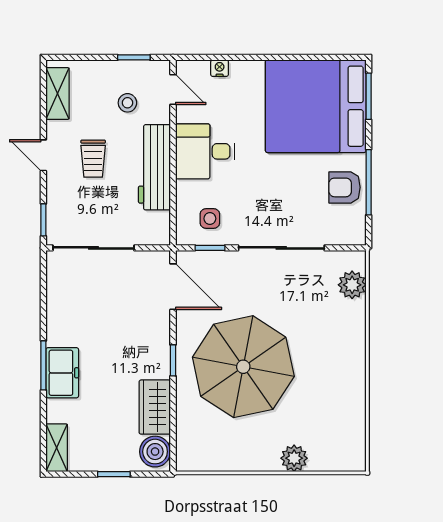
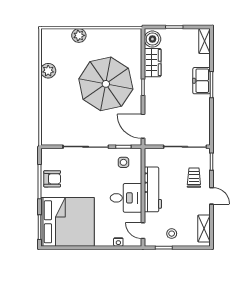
stool: (127, 103) -> (172, 234), moved
trolley: (93, 159) -> (194, 178), moved
plant: (352, 285) -> (48, 71), moved

